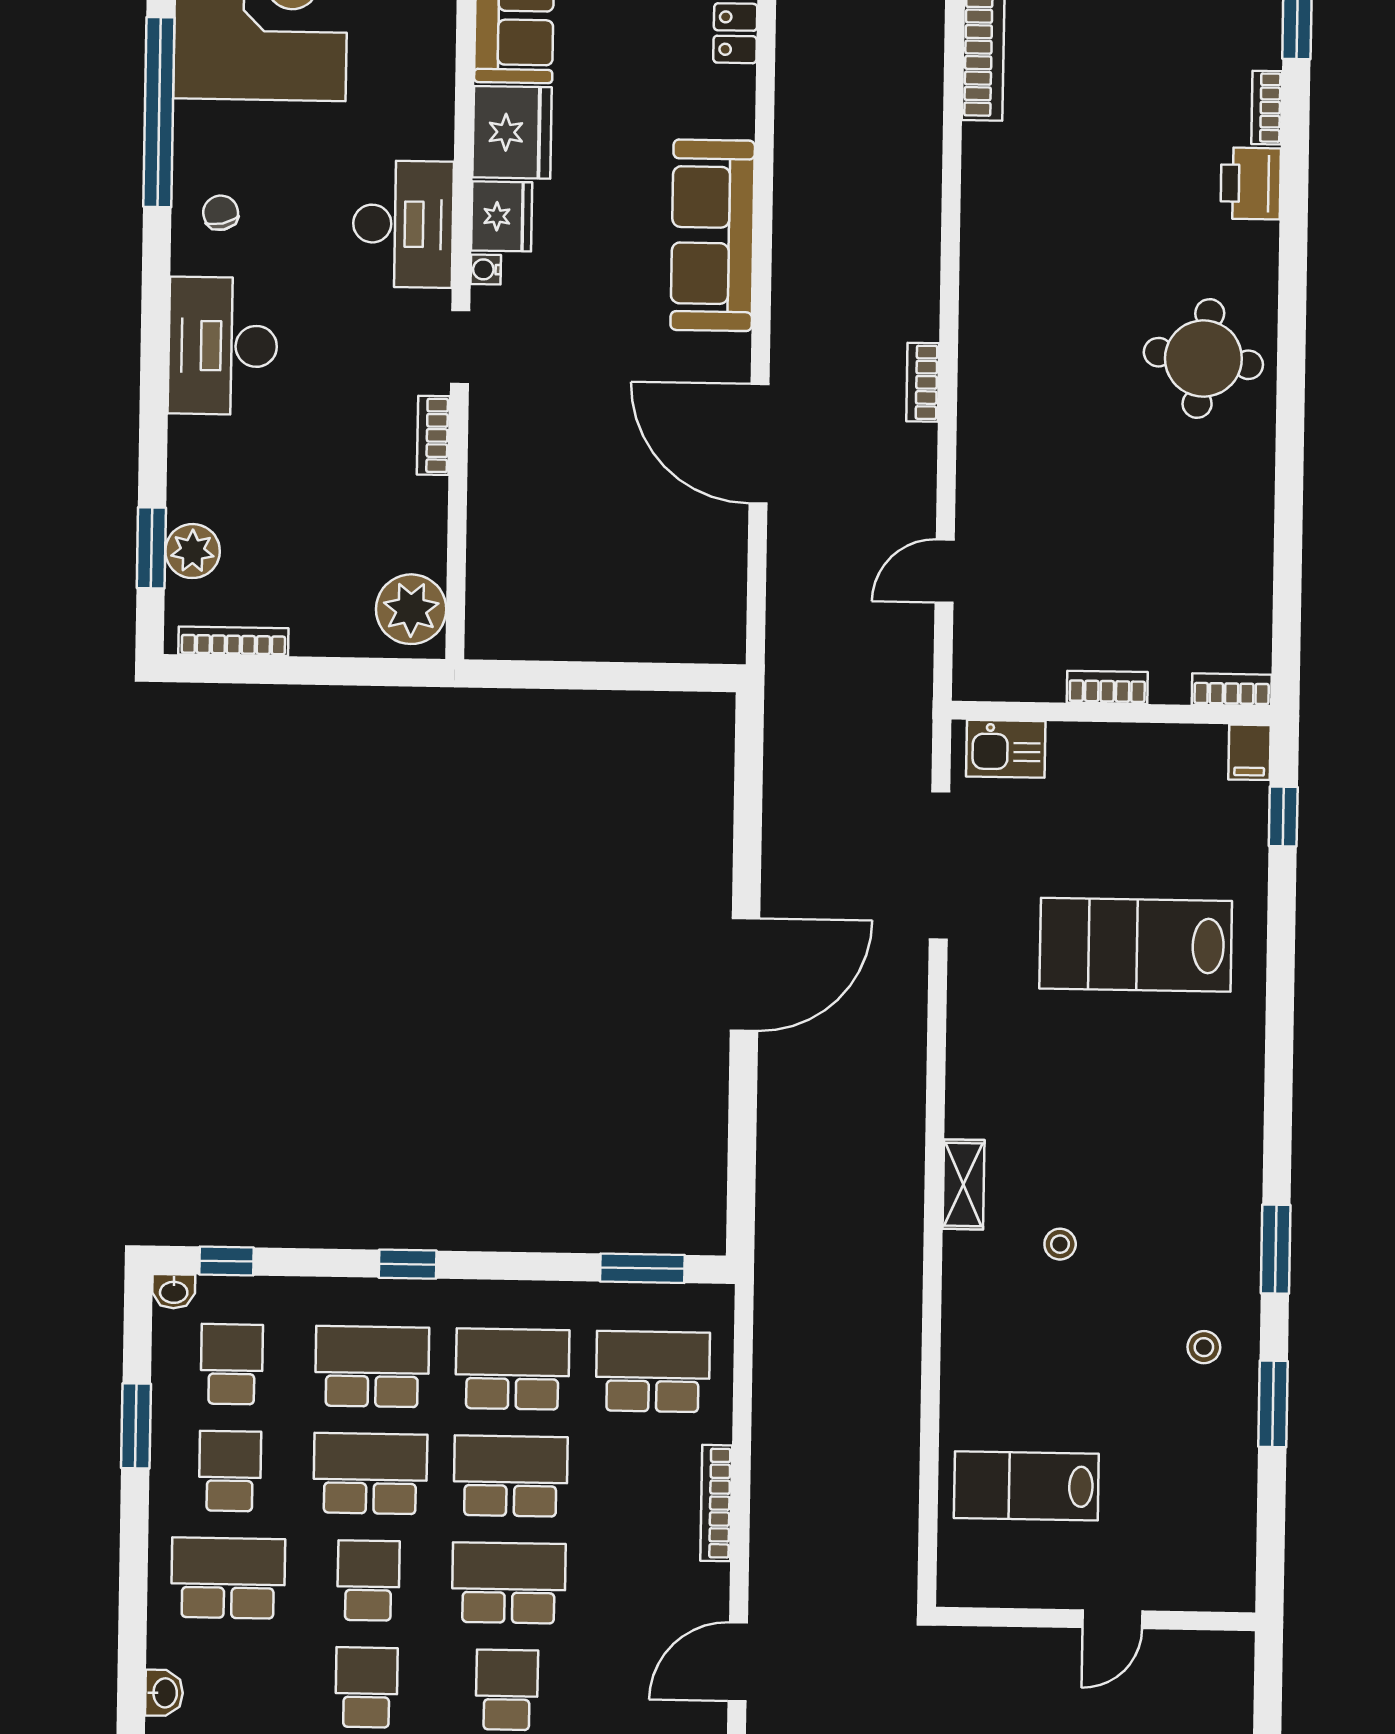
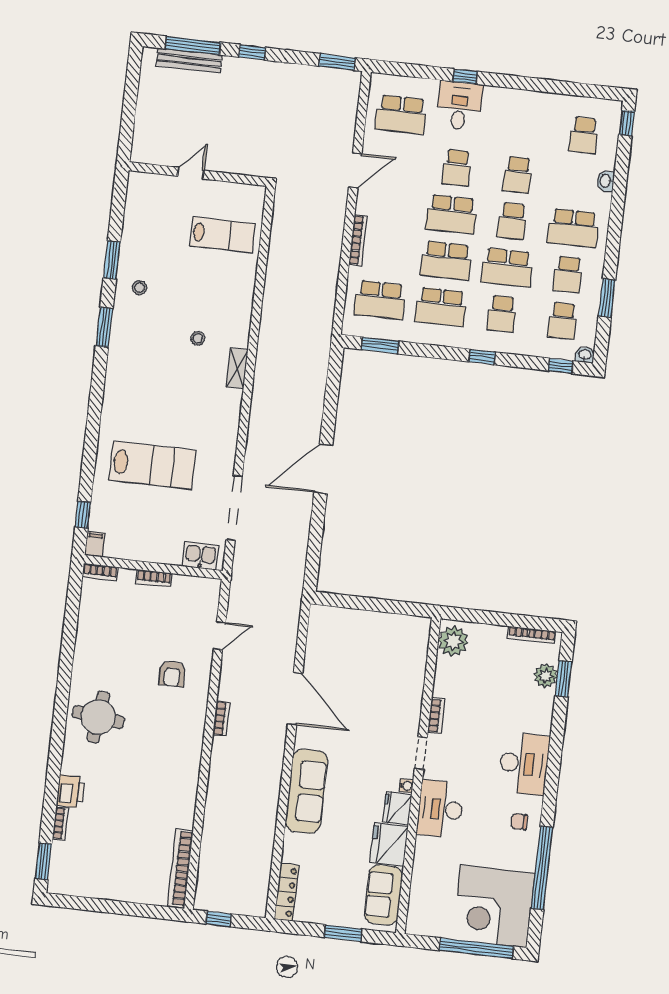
chair: (221, 213) -> (519, 822), turned 103
armchair: (1045, 474) -> (172, 674), added
school desk: (372, 1367) -> (502, 314), width x0.54

